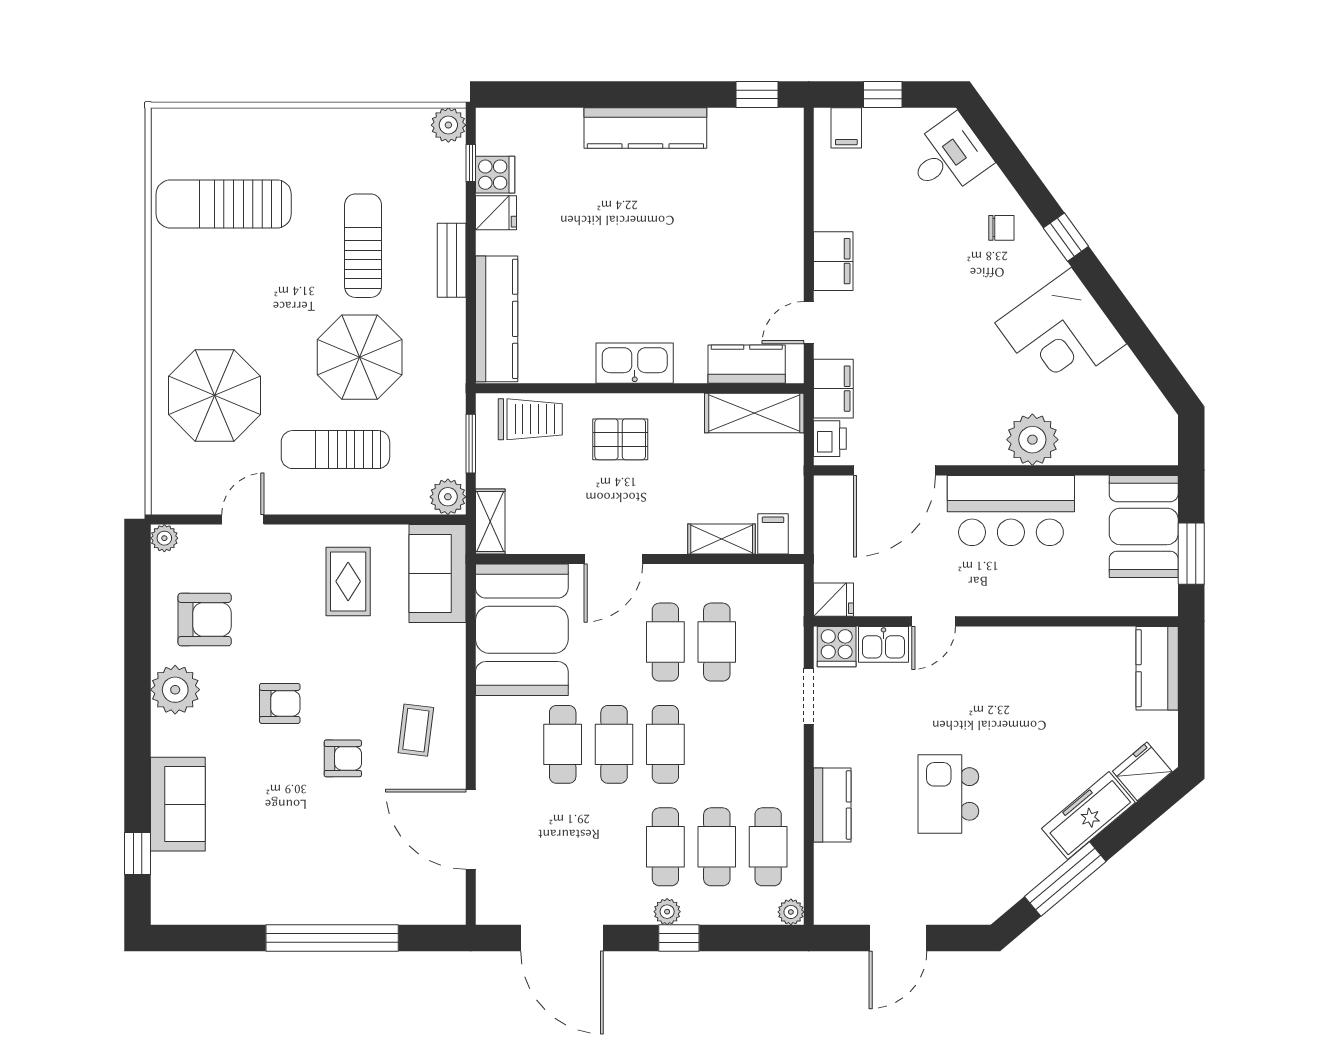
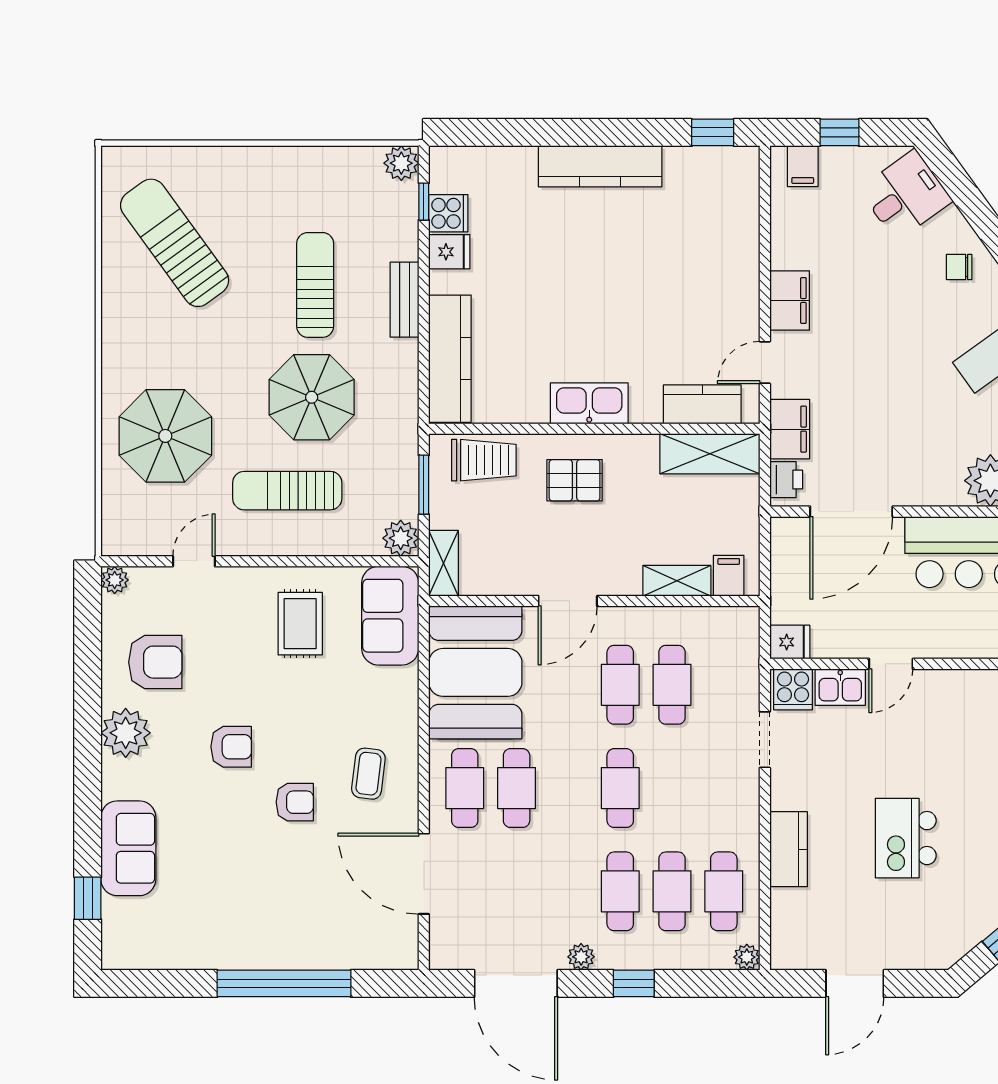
sun lounger: (224, 204) -> (175, 243), turned 54
chair: (1001, 228) -> (959, 267), turned 180
cafe table: (614, 744) -> (465, 788), moved
plant: (667, 912) -> (581, 957), moved

